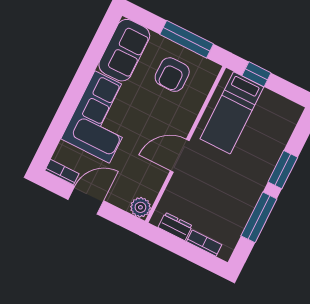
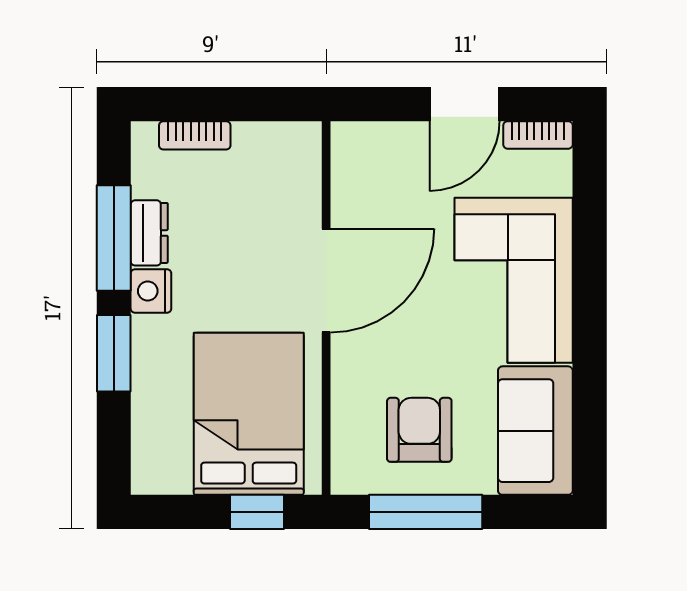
bed: (232, 113) -> (249, 414), width x1.50
door: (180, 156) -> (326, 280), width x1.36
nightstand: (255, 188) -> (151, 291), added
plant: (140, 207) -> (352, 143), removed
dresser: (175, 226) -> (149, 233), moved, turned -90

